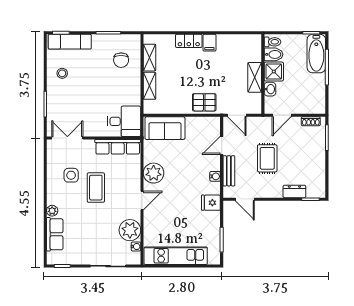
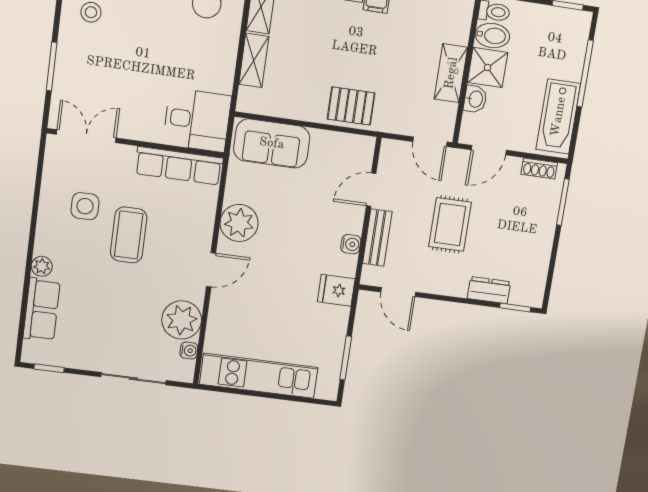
bathtub: (316, 54) -> (558, 117), moved
door: (237, 115) -> (430, 142), moved

